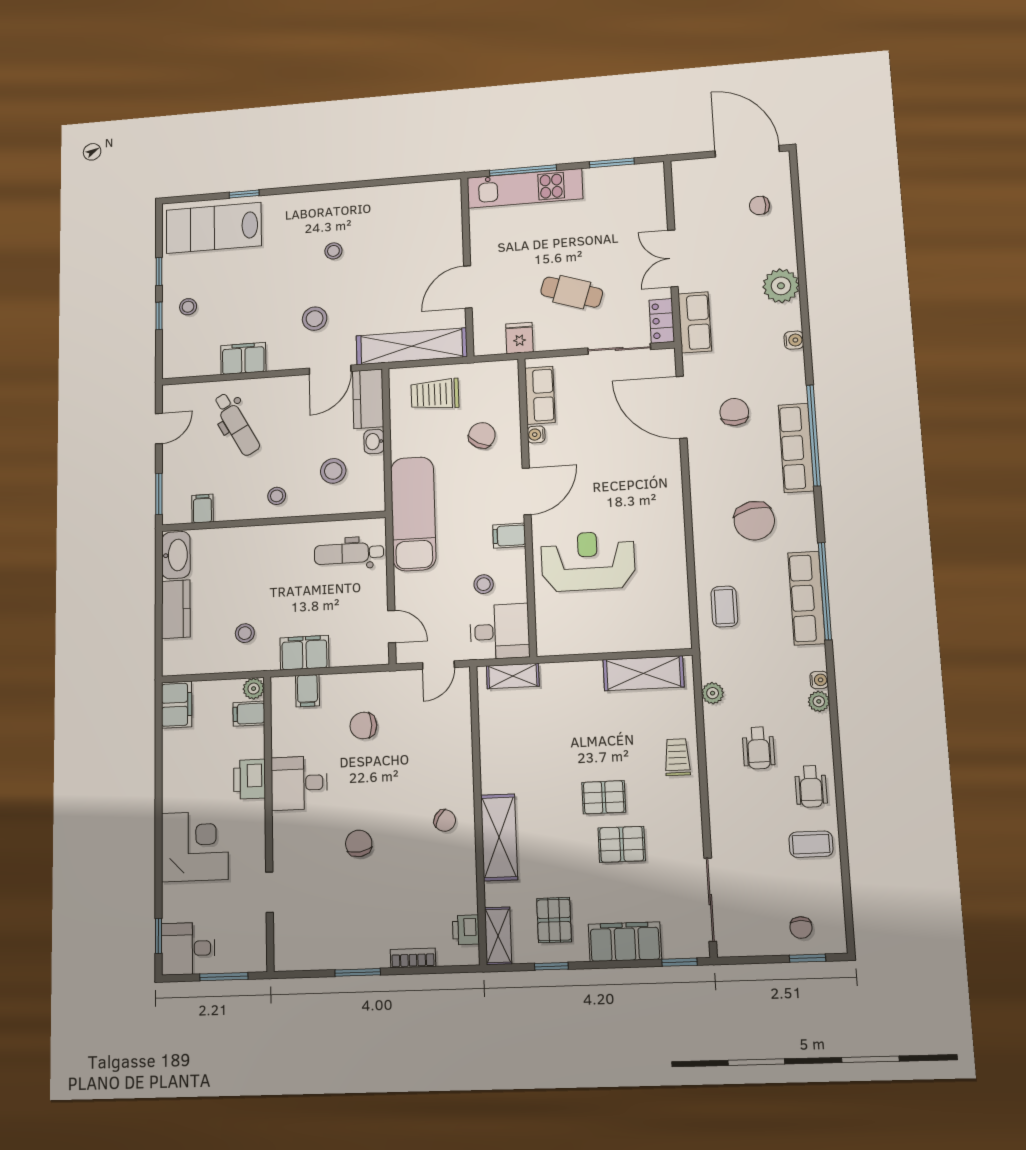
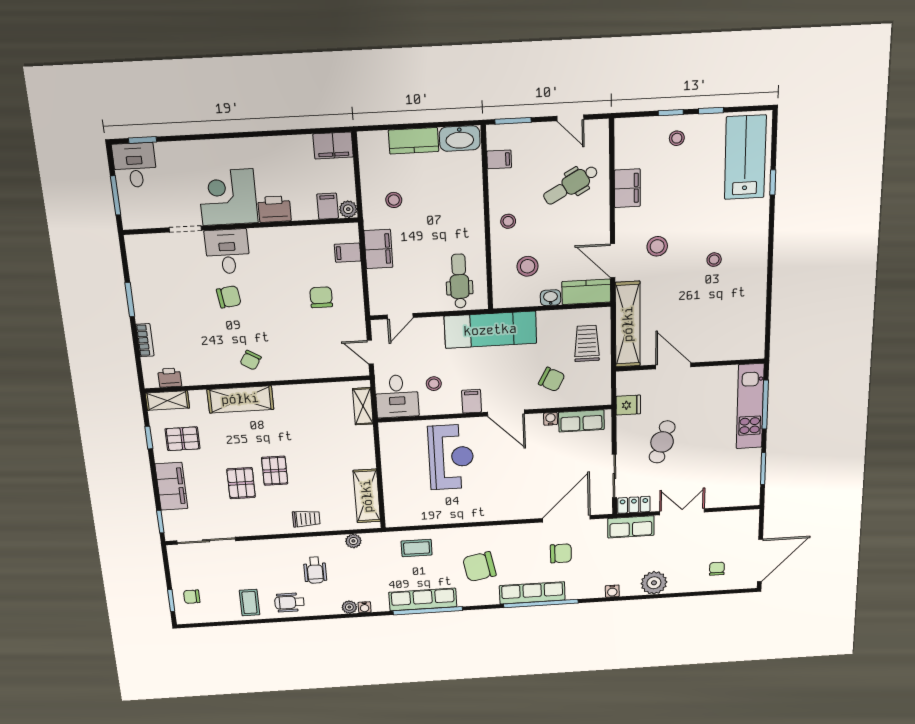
wheelchair: (758, 748) -> (315, 570), turned -90
desk: (299, 783) -> (227, 252), moved
corner desk: (195, 846) -> (228, 197), moved, turned 180

